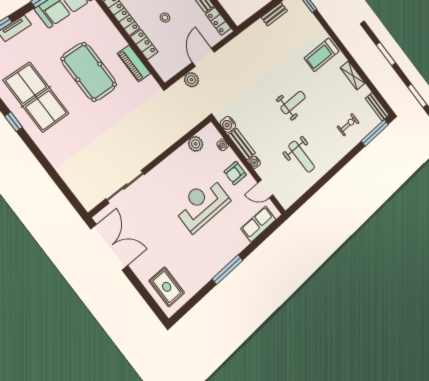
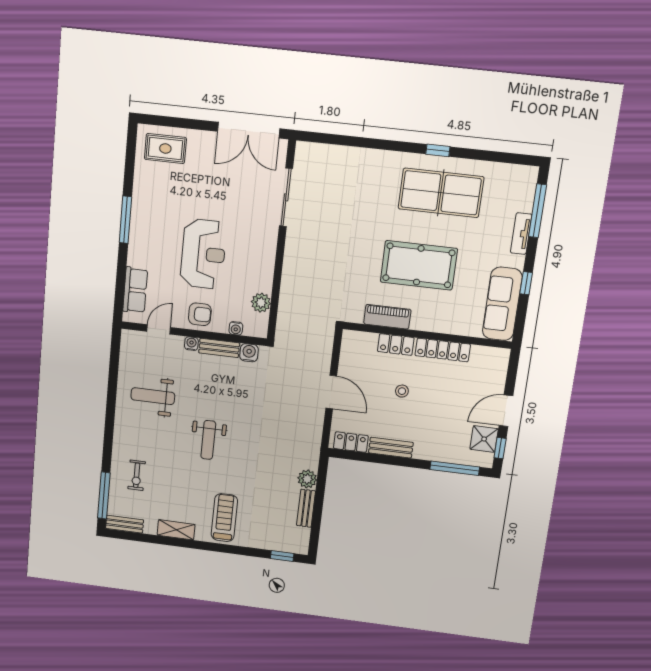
plant: (191, 80) -> (307, 479), moved
armchair: (235, 173) -> (200, 314), turned 90

